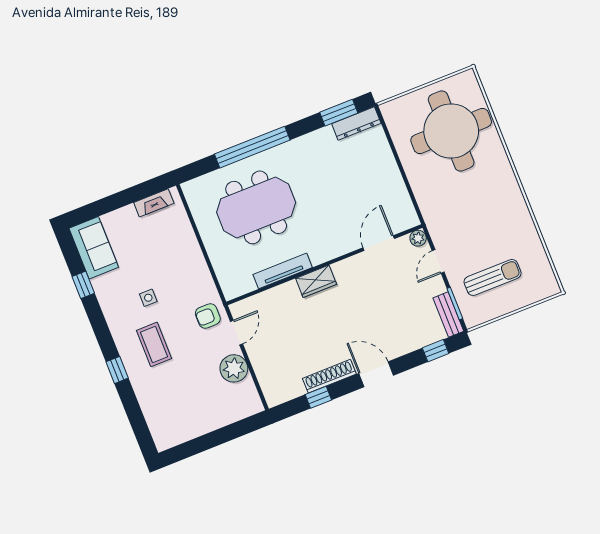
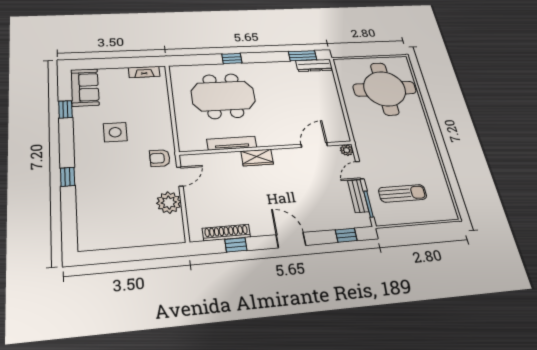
window: (252, 147) -> (232, 58), width x0.32
side table: (148, 298) -> (115, 132), width x1.87, depth x1.87
bench: (448, 315) -> (358, 196), moved
coffee table: (154, 344) -> (107, 166), removed
shoe rack: (329, 376) -> (226, 233), moved

